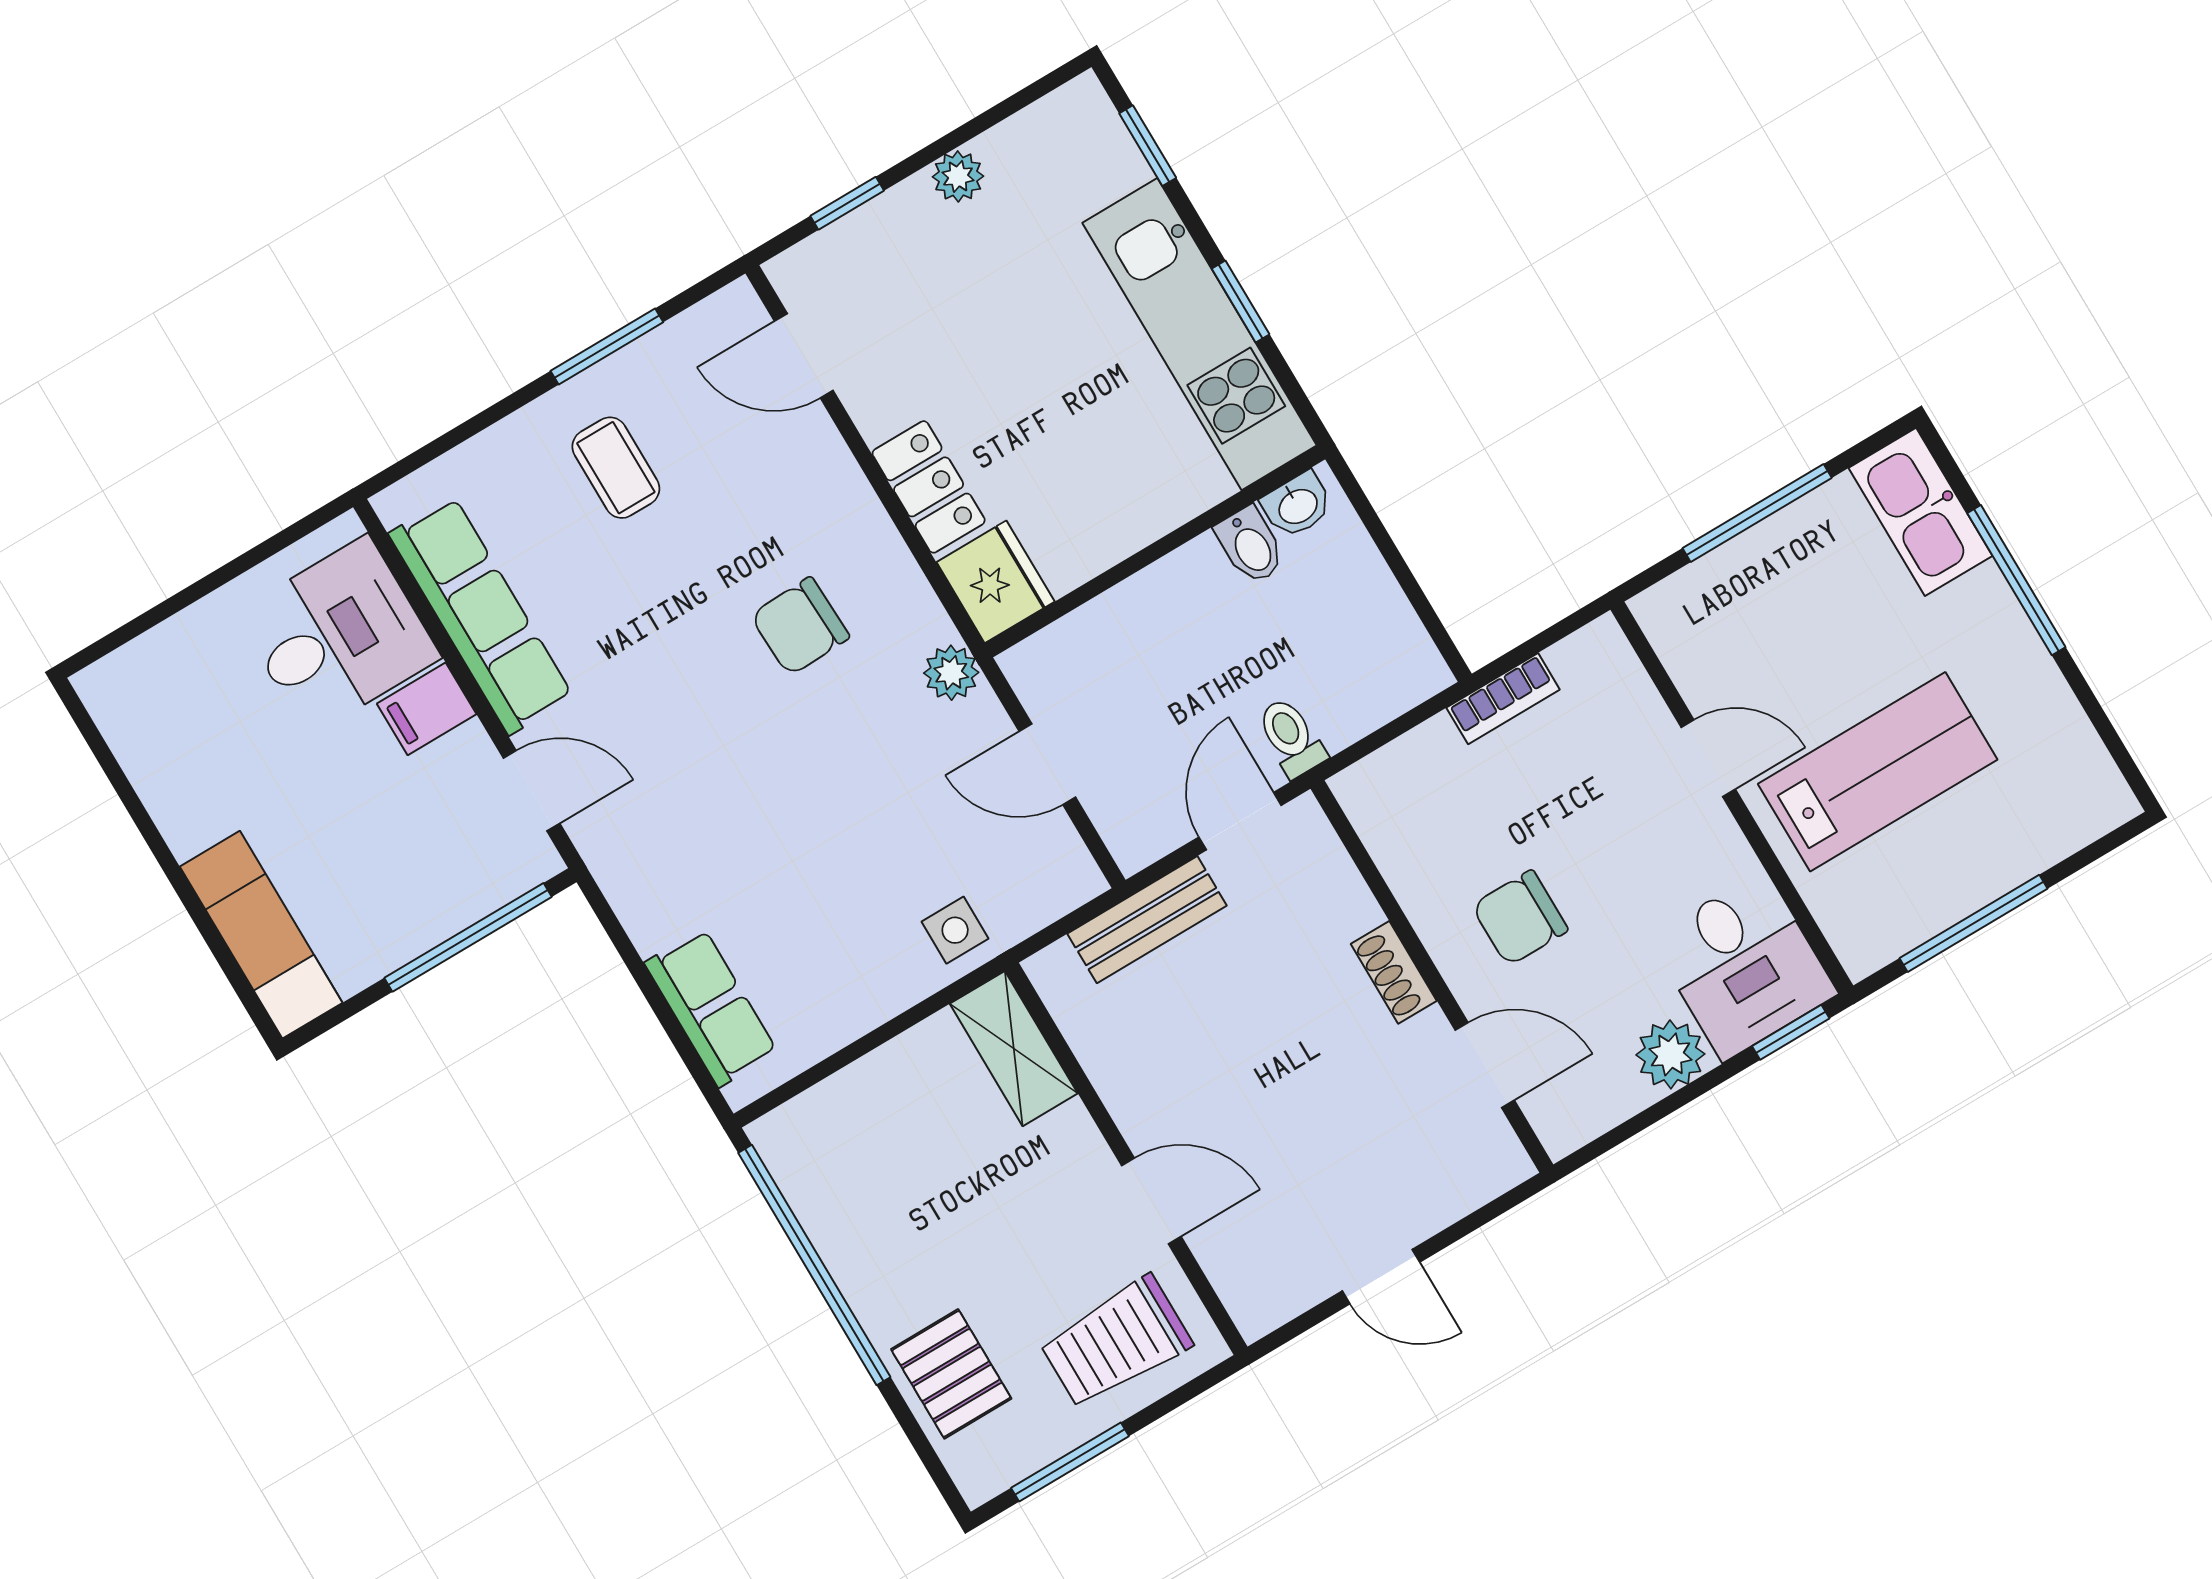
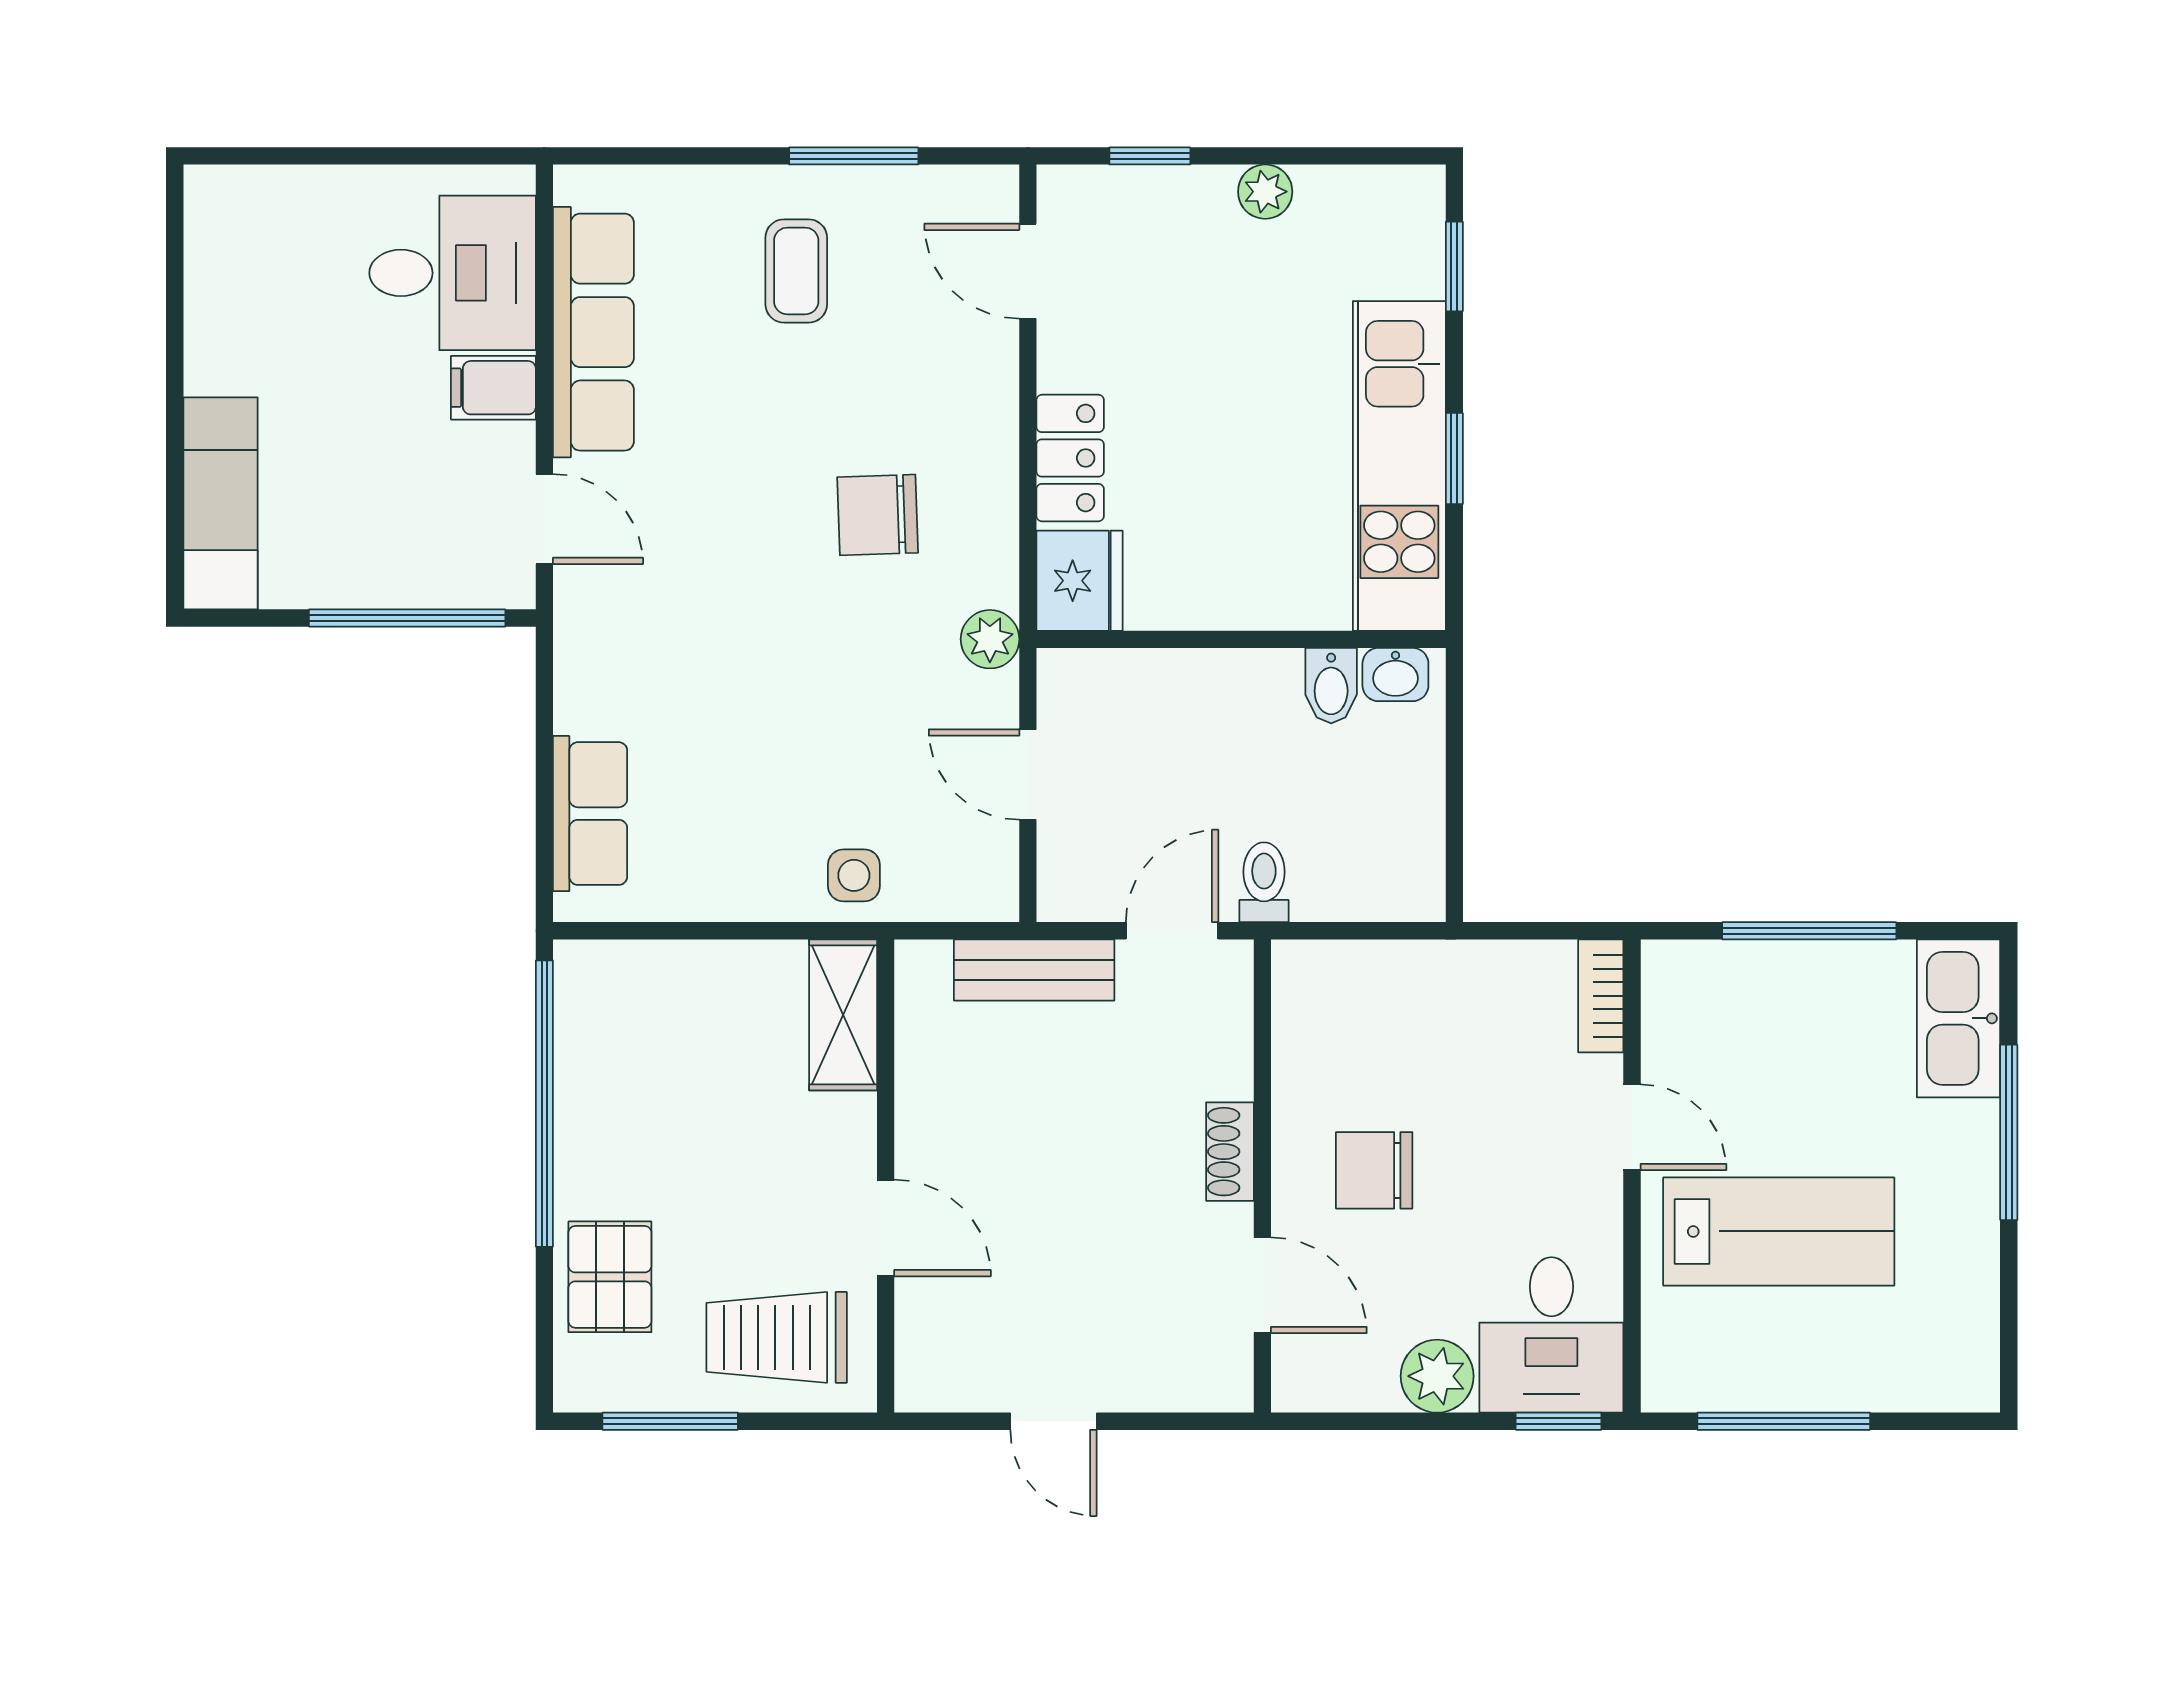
bookcase: (1503, 699) -> (1601, 996), moved, turned 90

